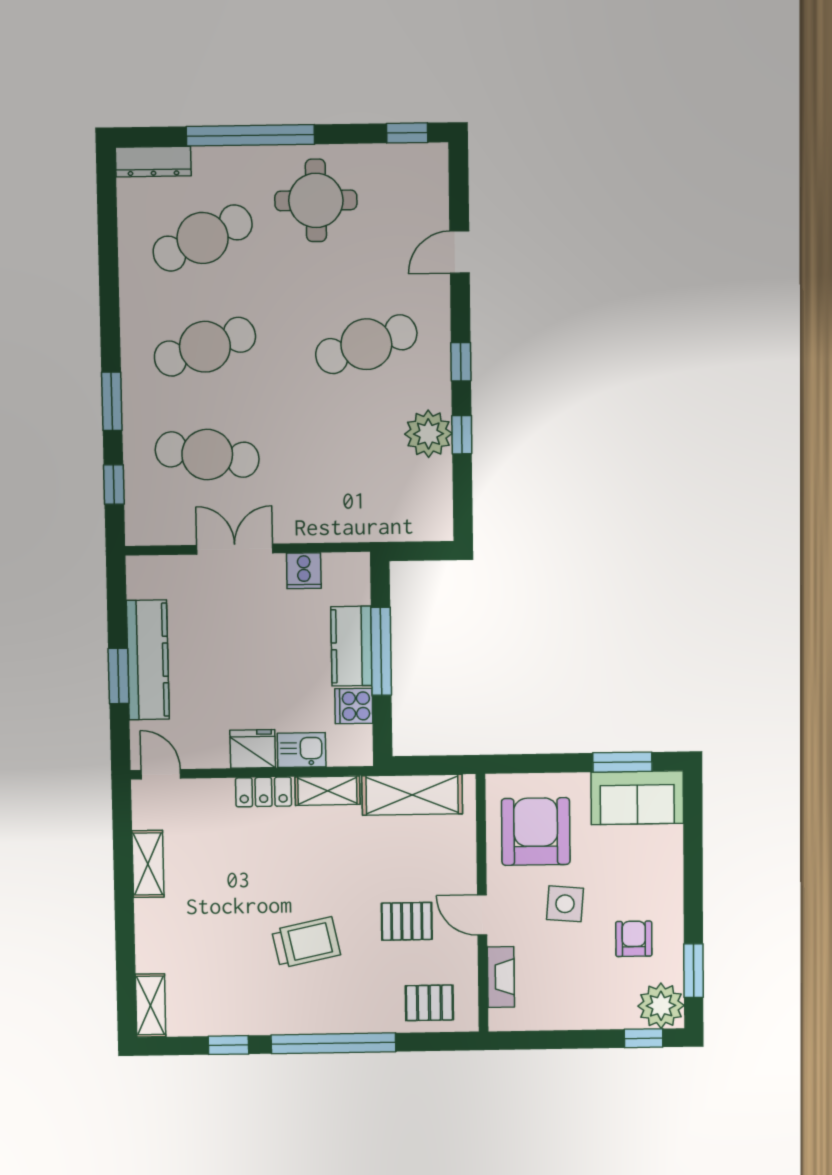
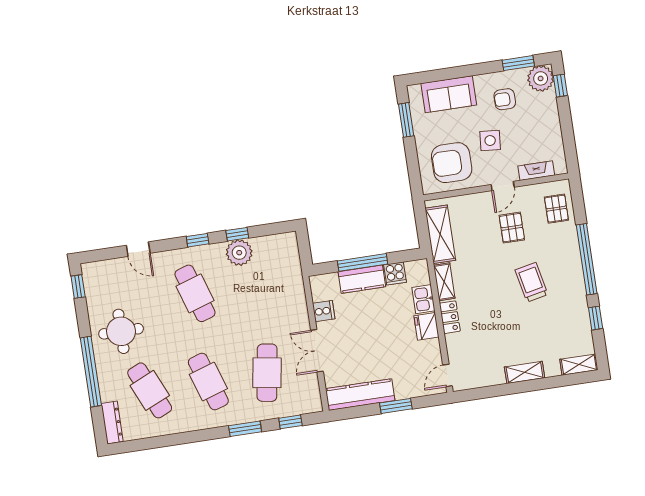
kitchen counter: (148, 660) -> (360, 395), moved
sofa: (637, 798) -> (449, 94), moved, turned 90
shelving: (148, 864) -> (525, 372), moved

